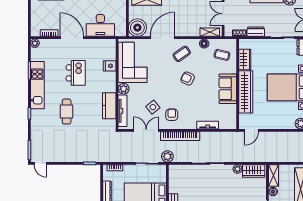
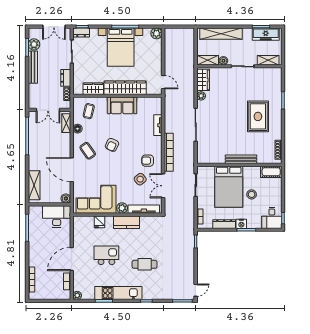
desk: (100, 25) -> (57, 217), moved, turned -90
boiler: (137, 28) -> (66, 198), width x0.54, depth x0.54
kitchen counter: (109, 106) -> (126, 222), moved
plant: (167, 156) -> (189, 165), removed

